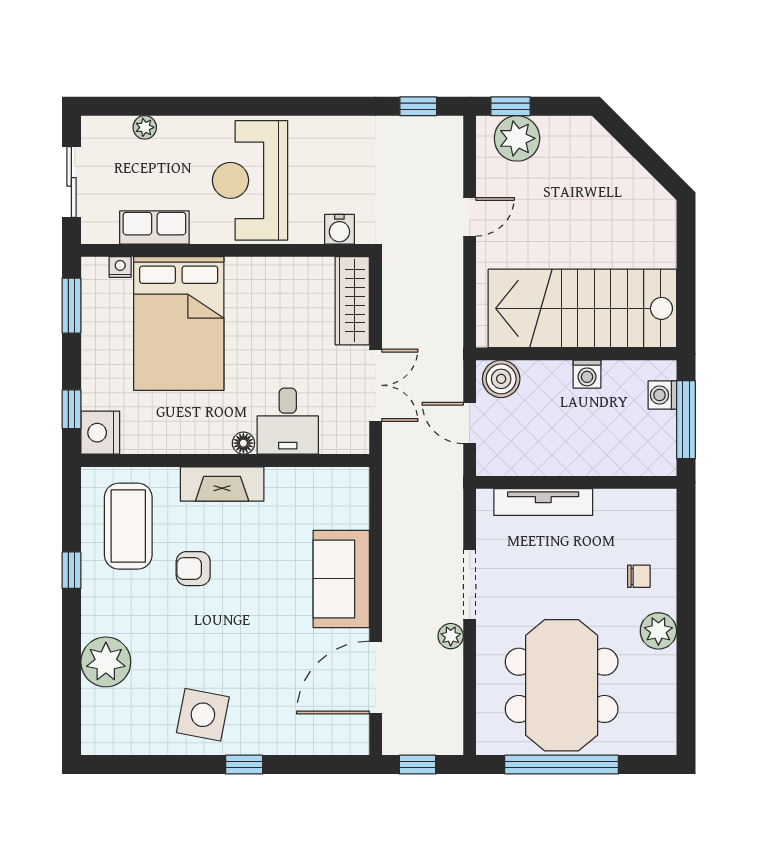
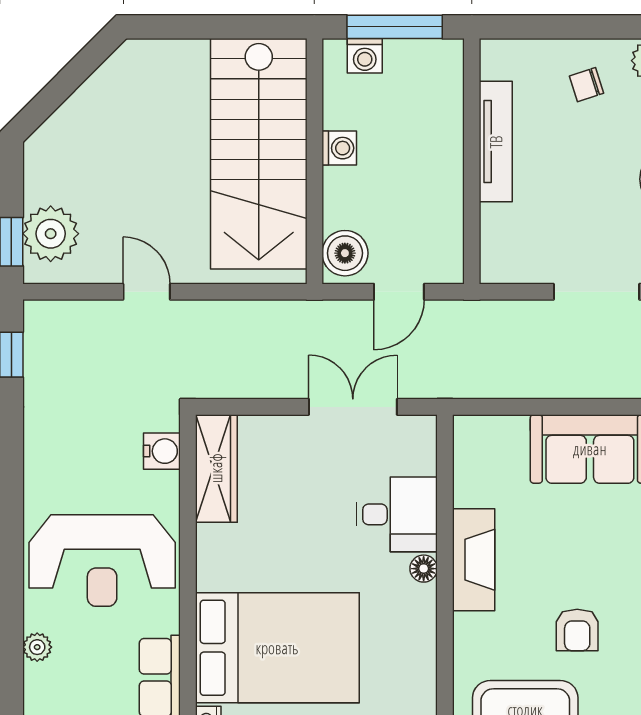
plant: (145, 127) -> (37, 647), moved
wardrobe: (352, 301) -> (216, 468), moved, turned -90
fireplace: (222, 484) -> (474, 560), moved
tv unit: (543, 502) -> (496, 142), moved
chair: (639, 576) -> (587, 85), turned -108

